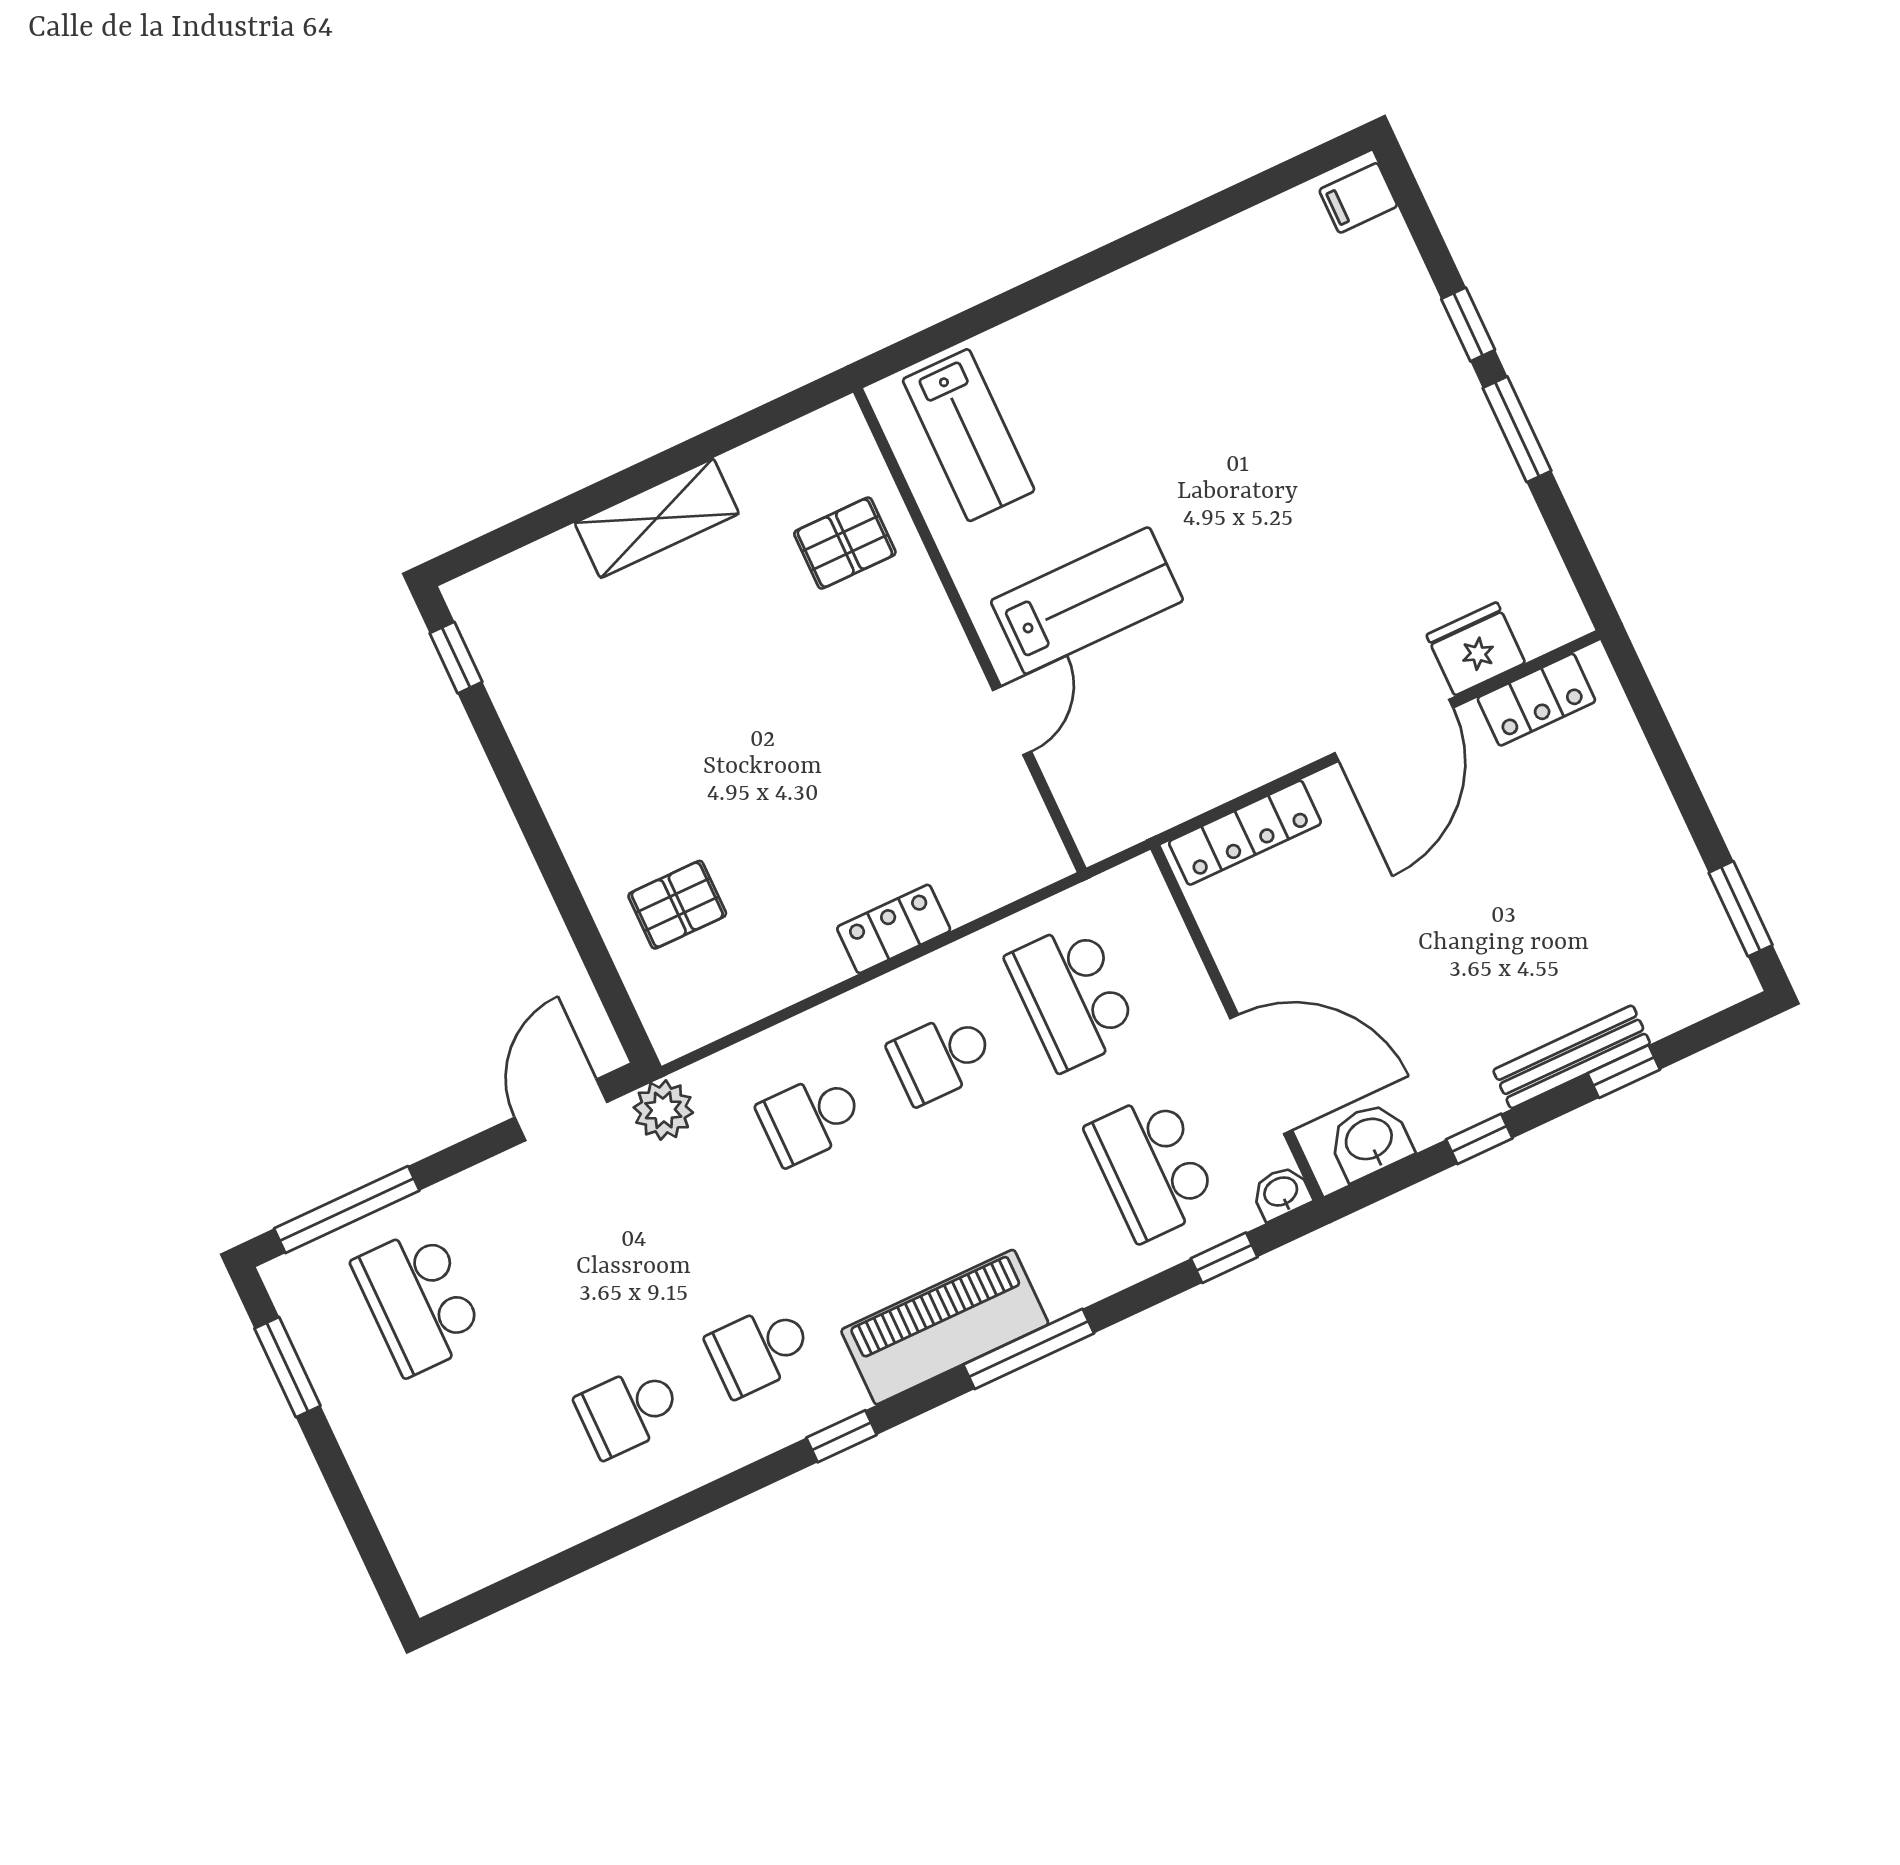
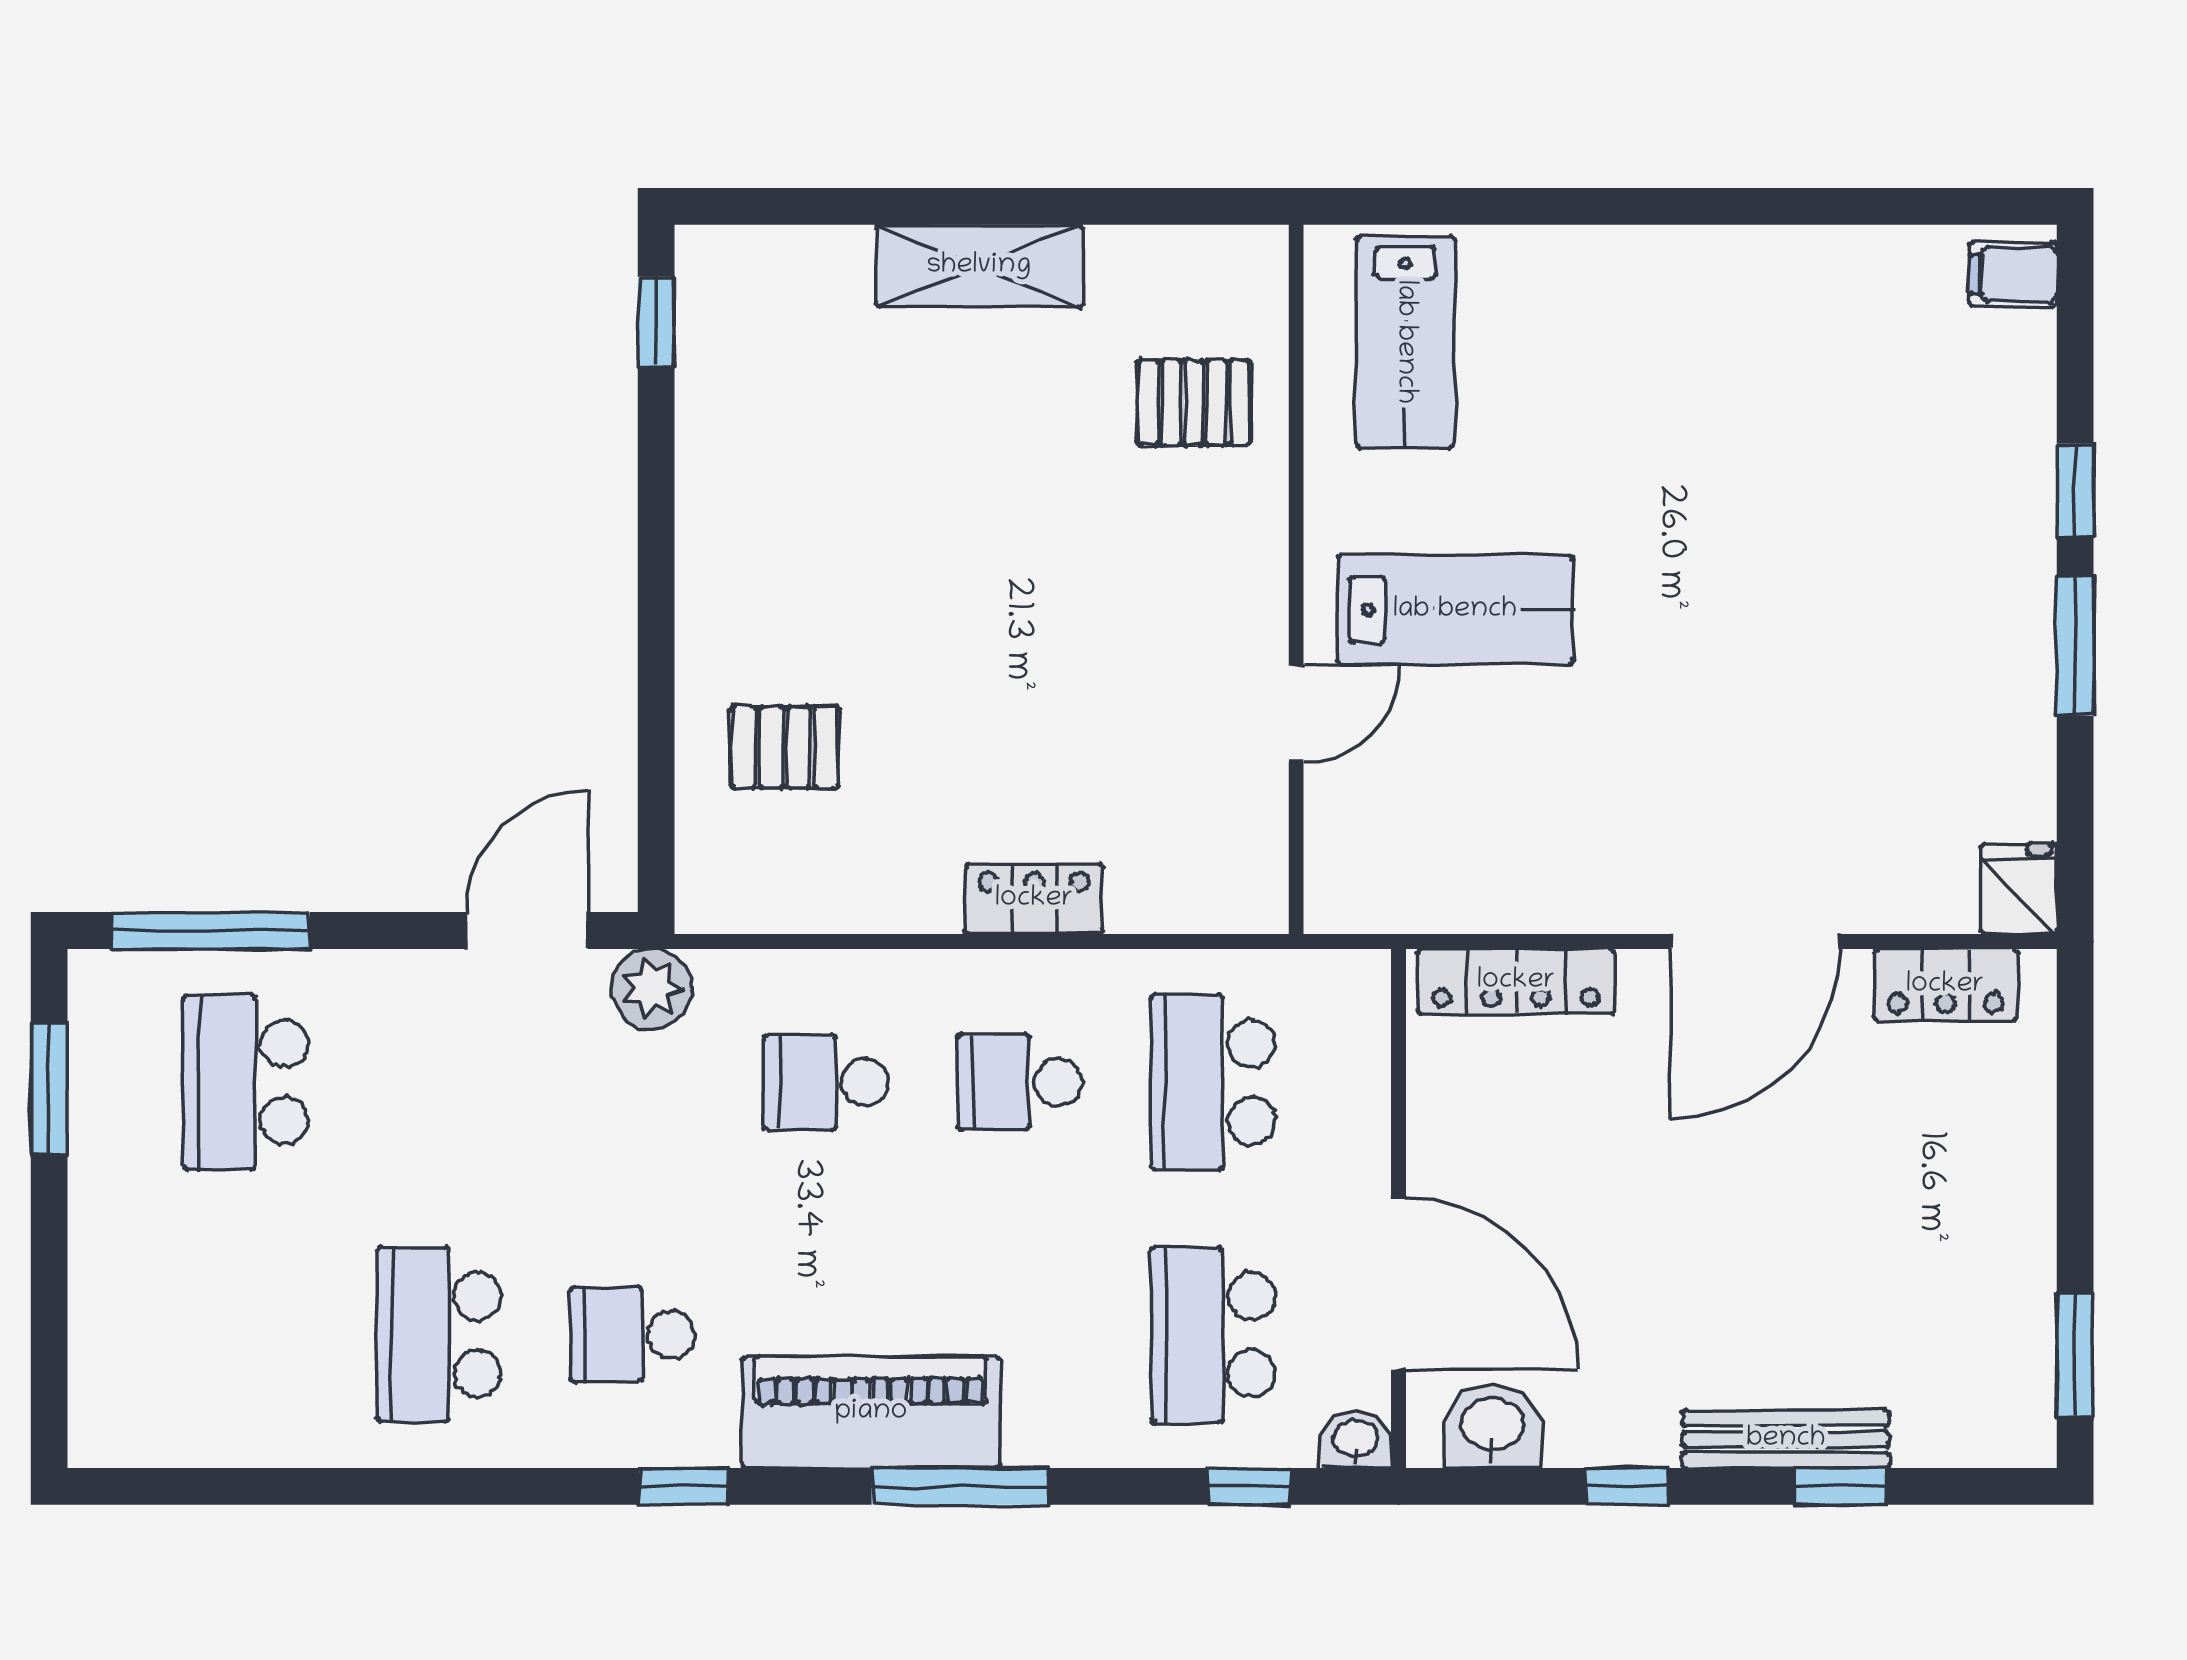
fridge: (1476, 649) -> (2019, 889), moved, width x0.72
school desk: (629, 1411) -> (439, 1335), width x1.85

